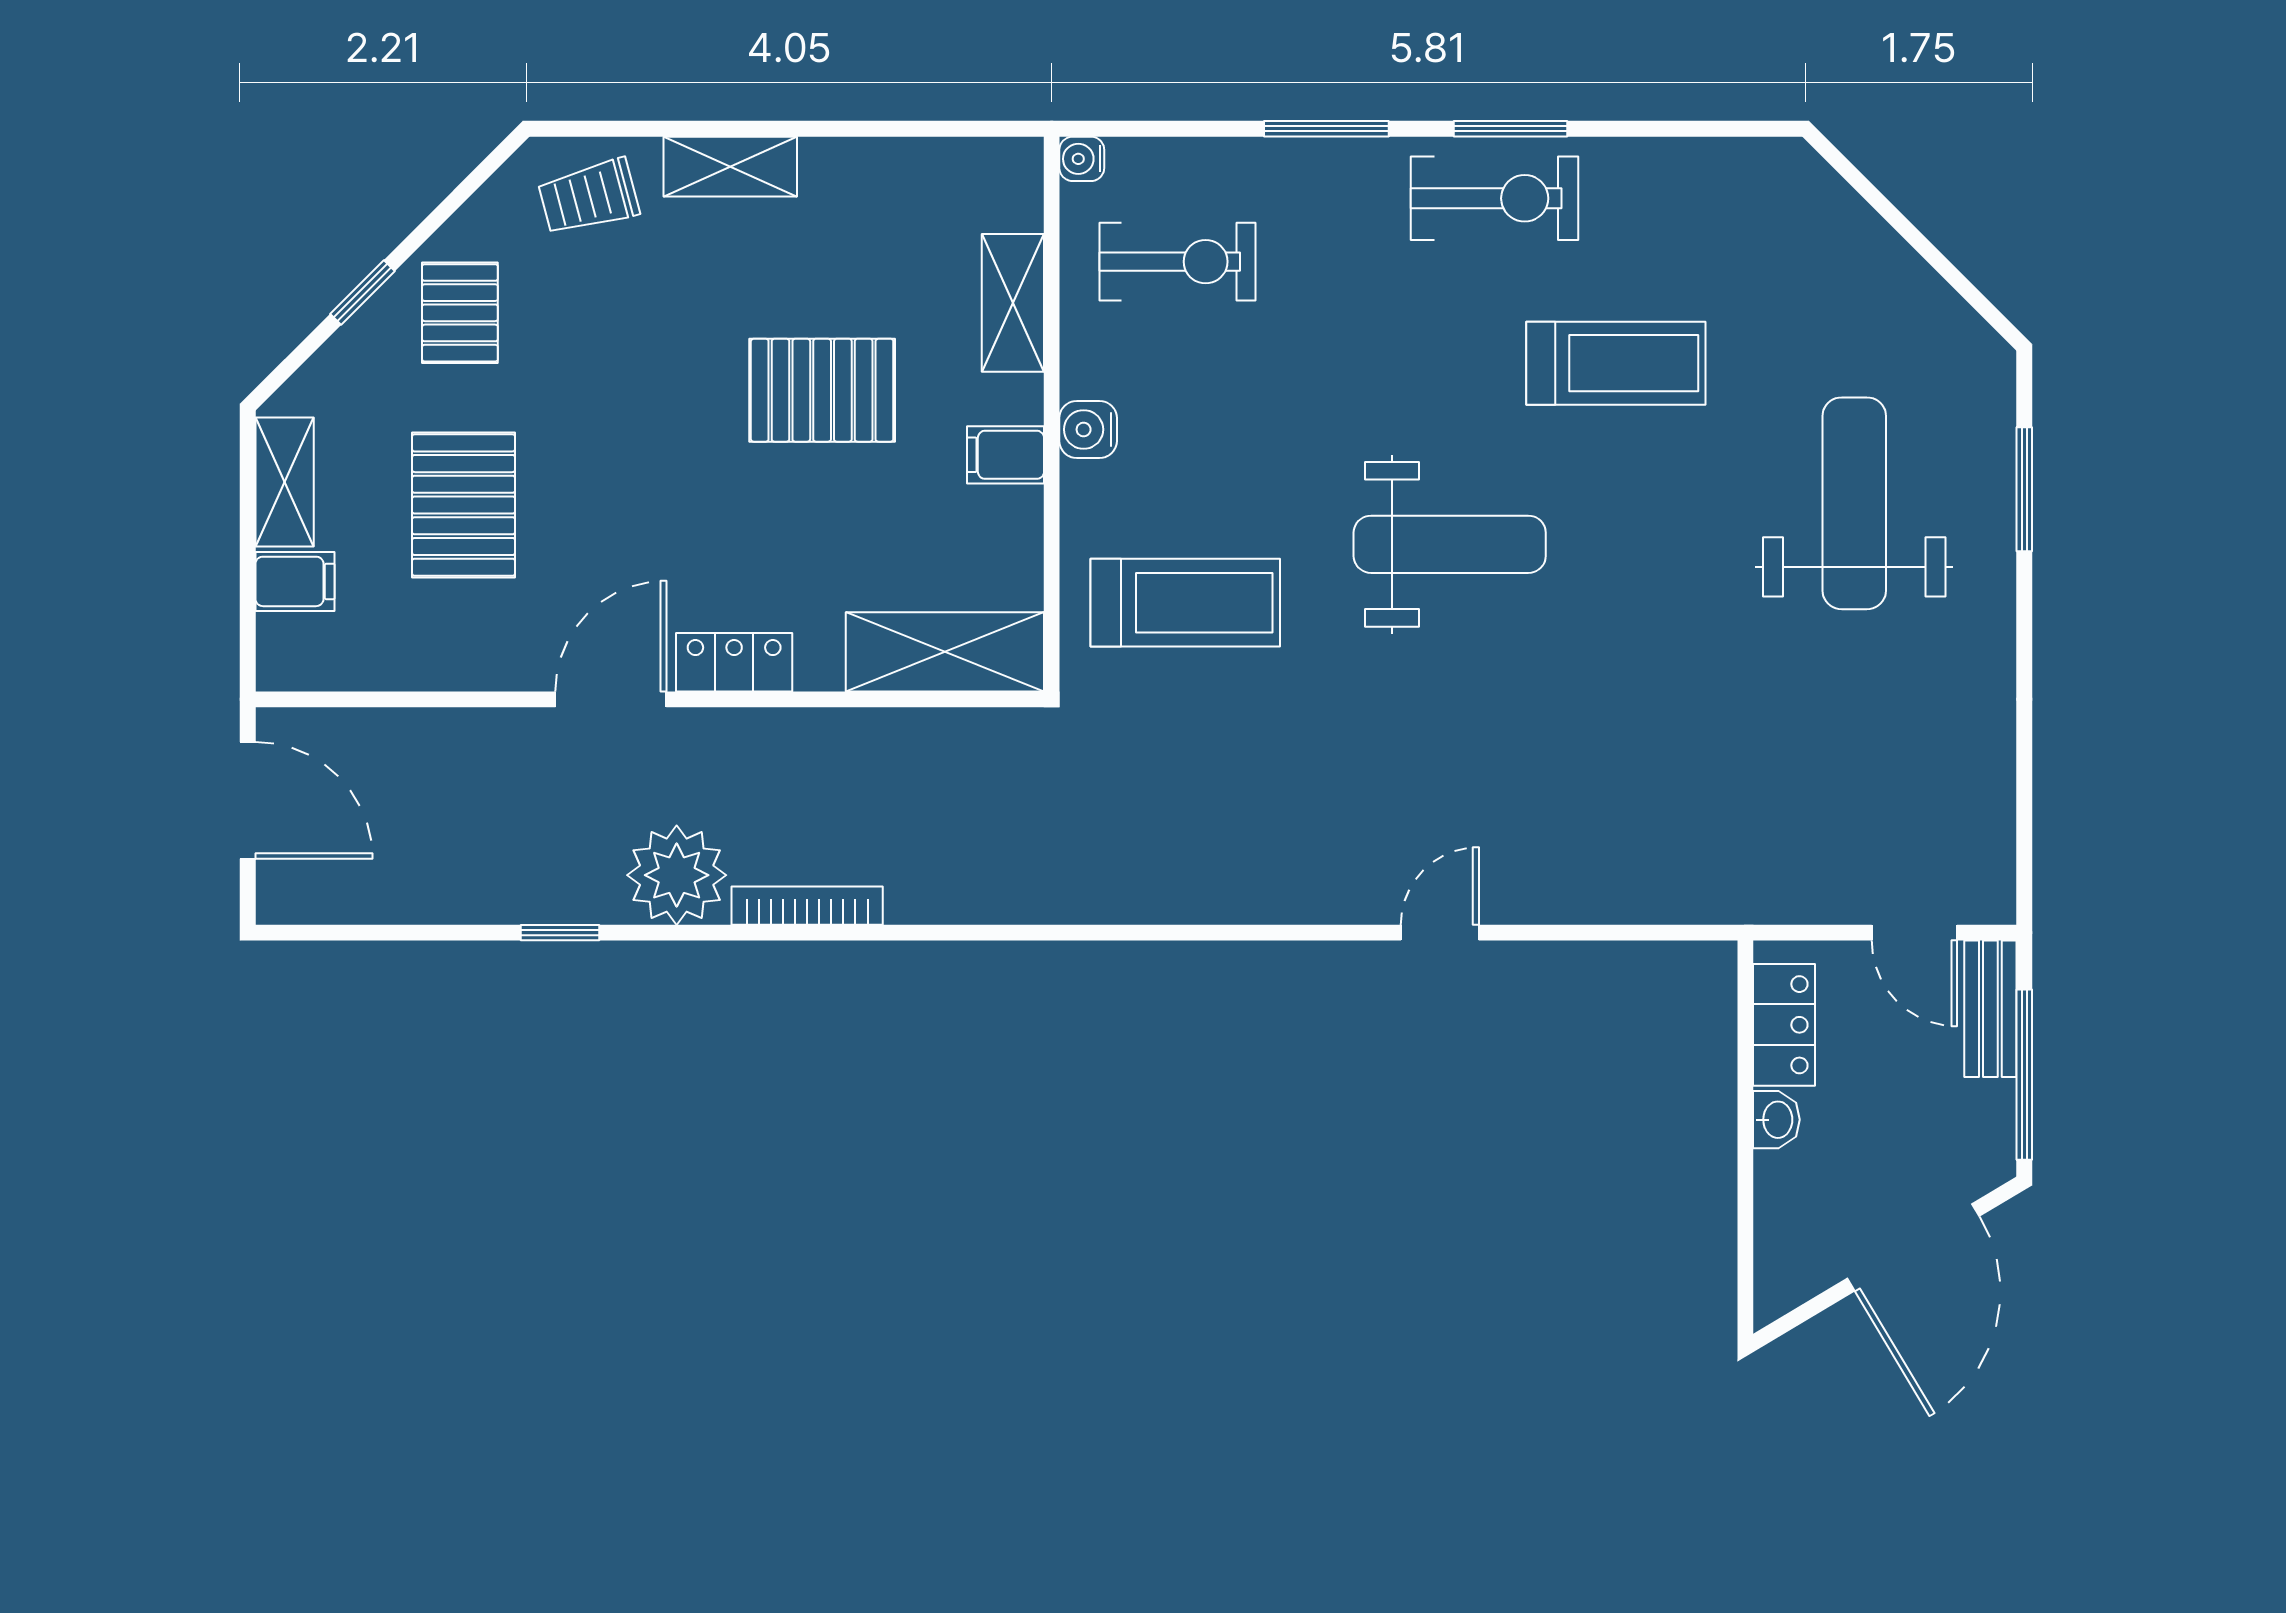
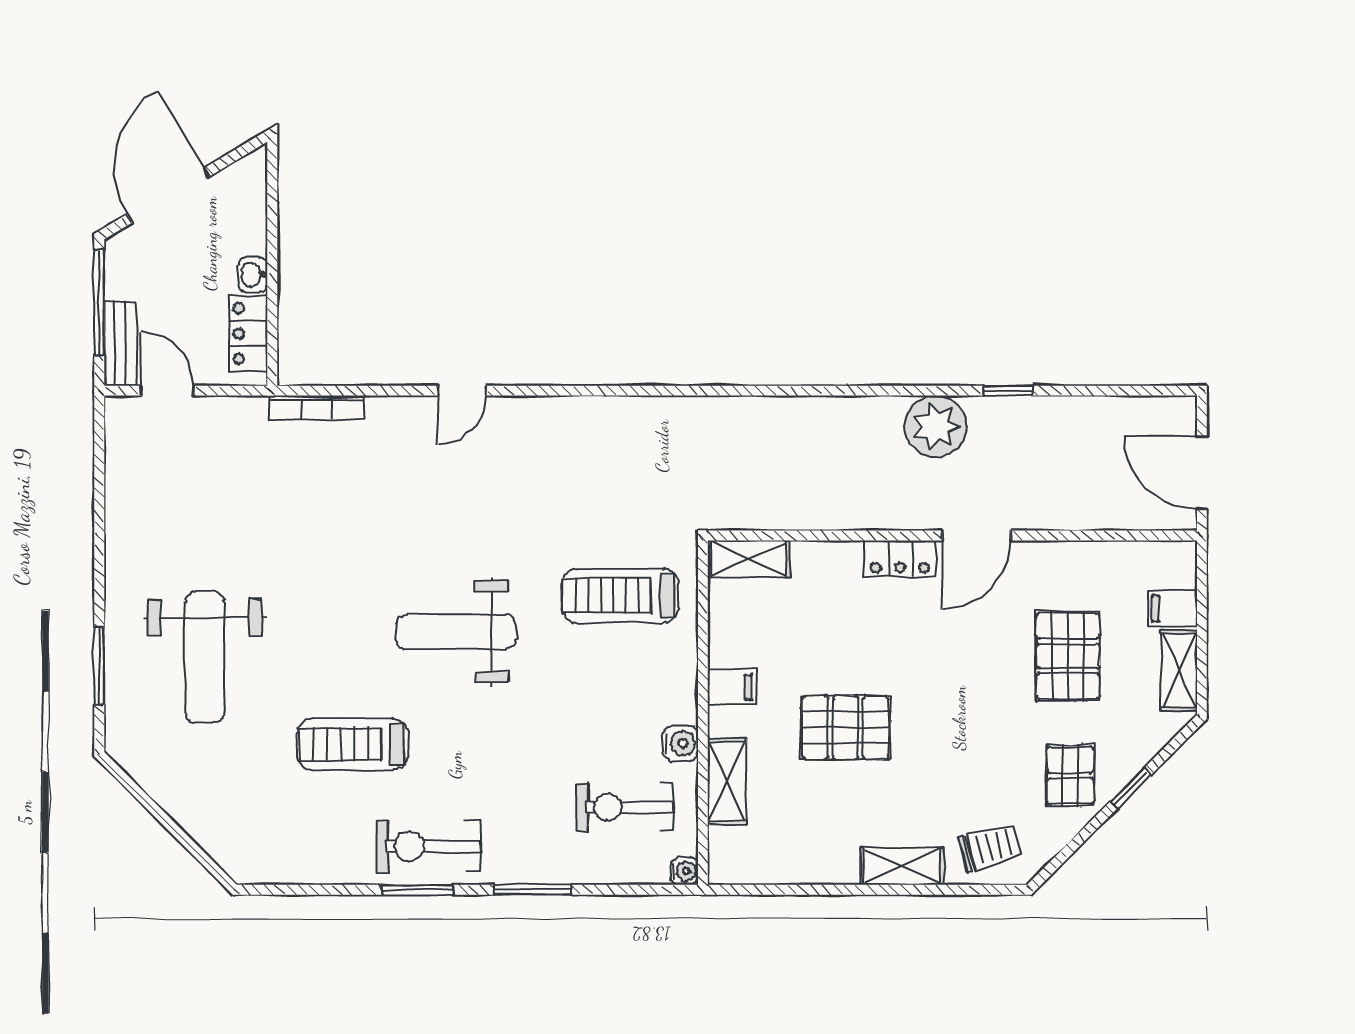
water cooler: (1088, 429) -> (680, 743), moved
shelving: (945, 652) -> (749, 559), width x0.67, depth x0.75
bookcase: (807, 906) -> (317, 407), moved

